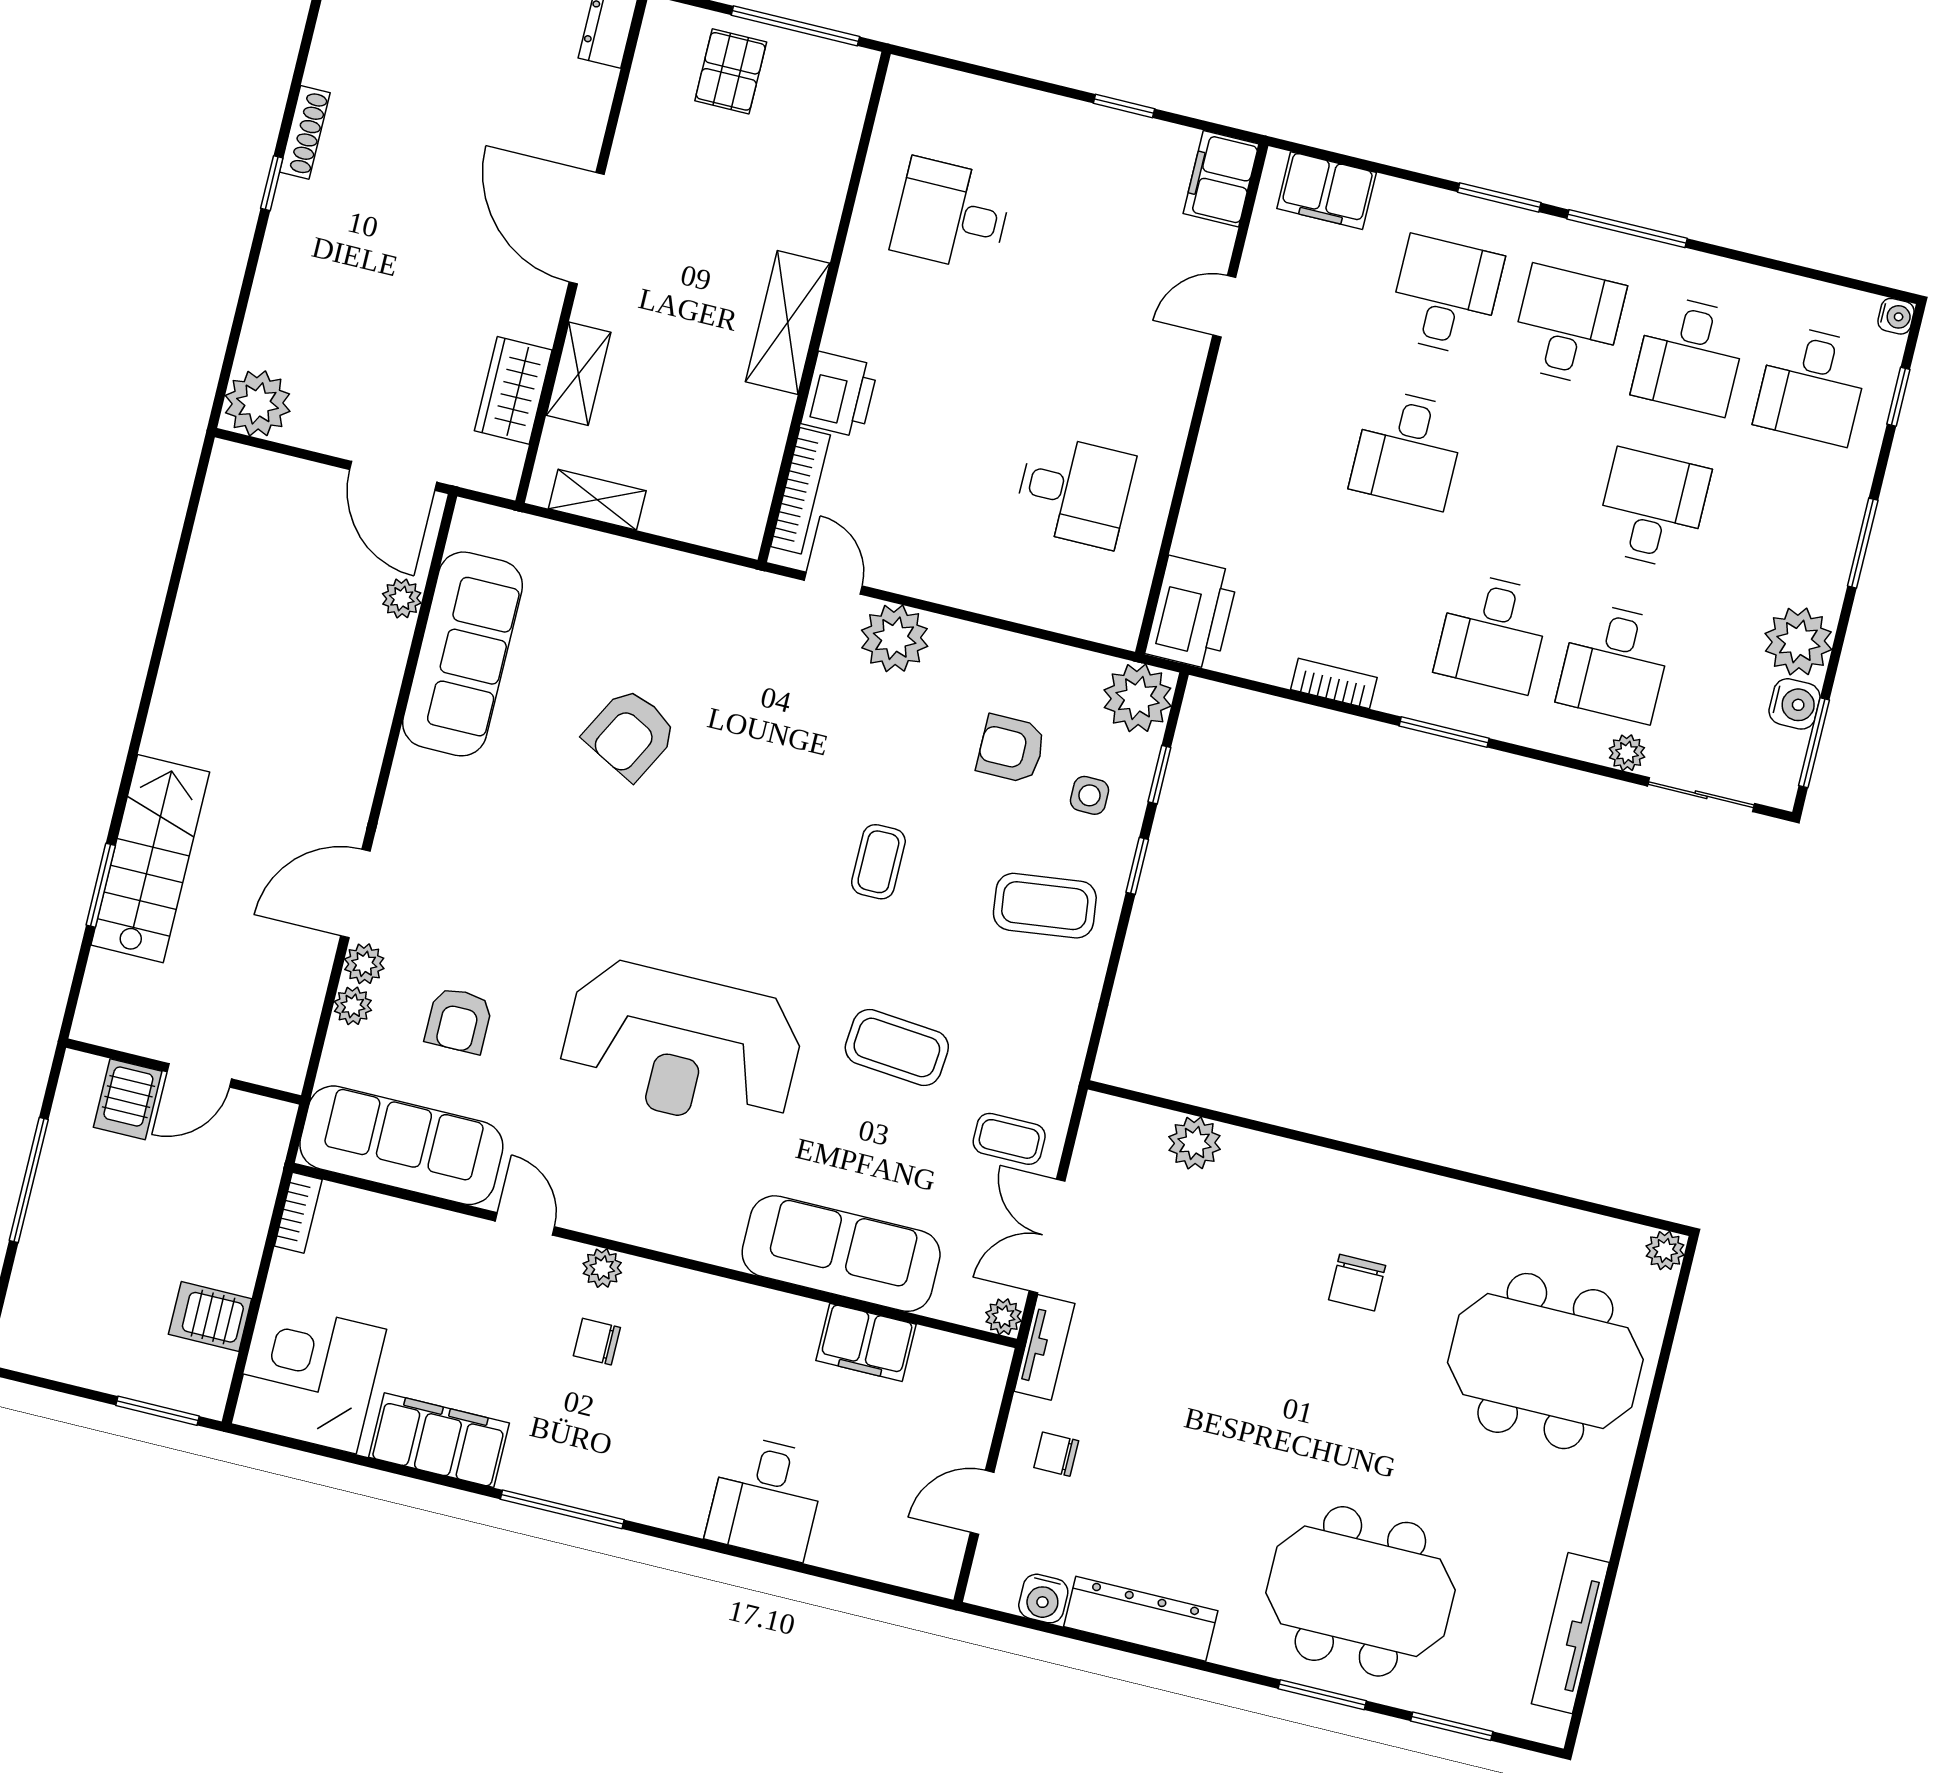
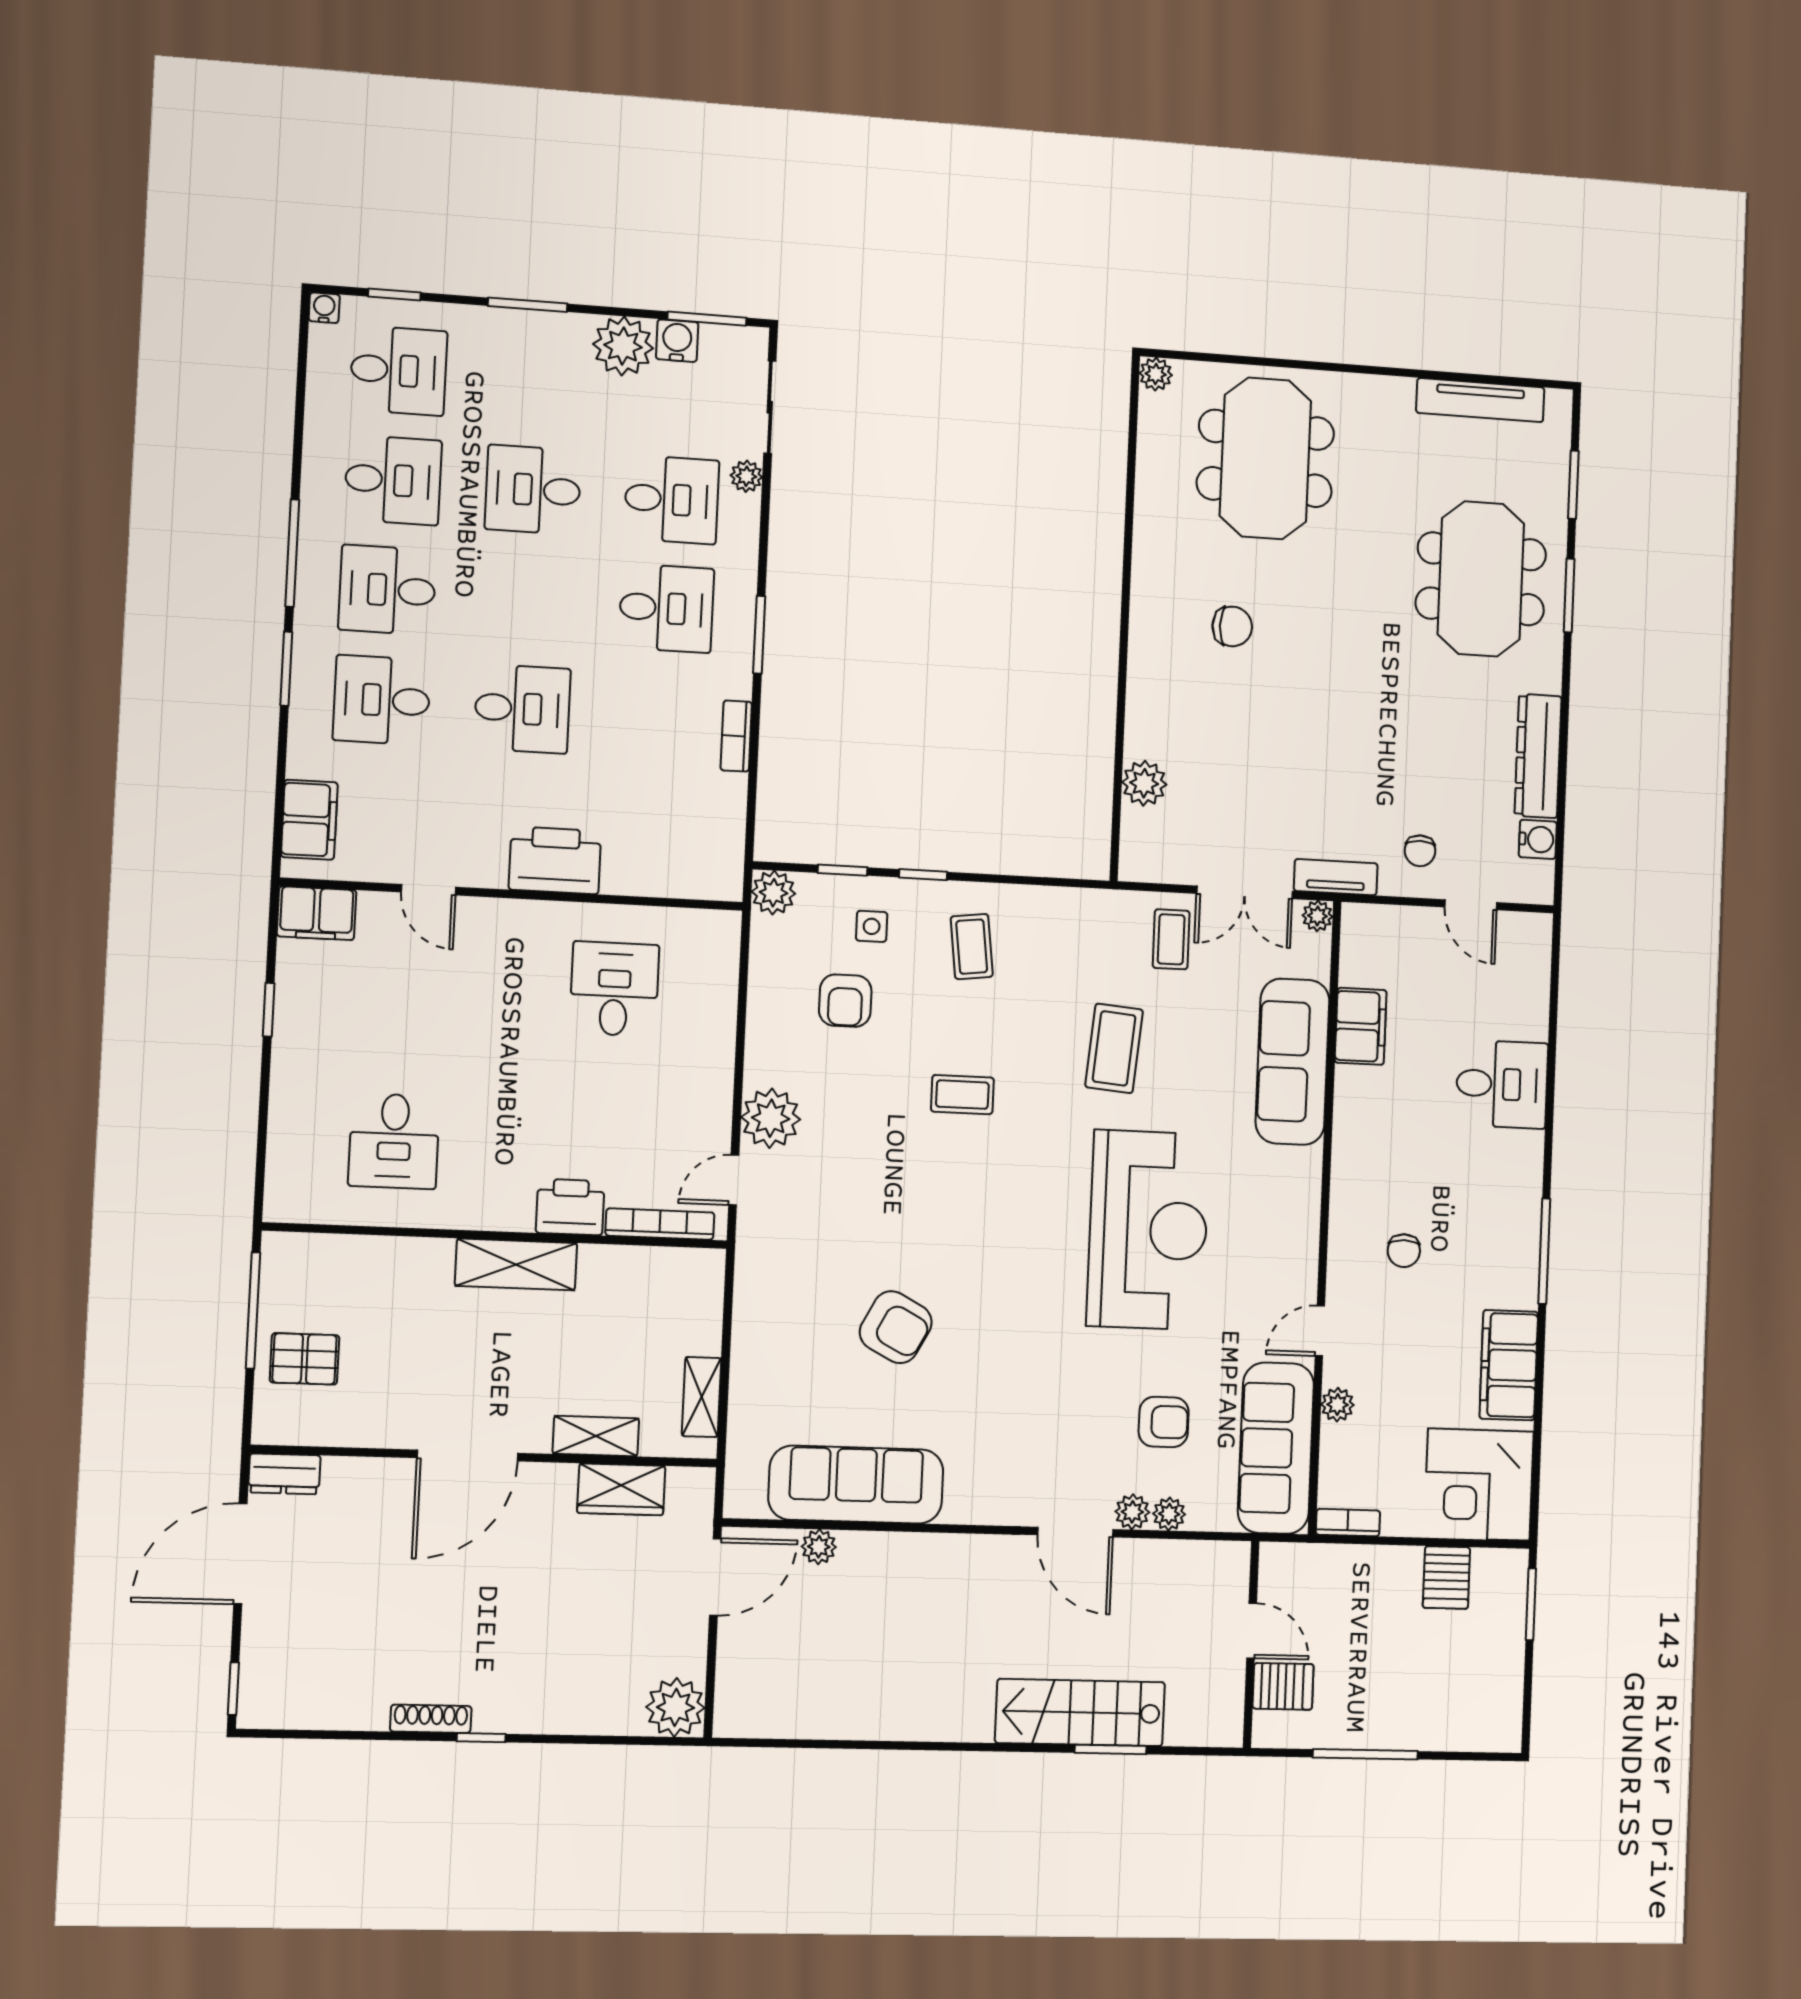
printer: (1192, 613) -> (555, 860), moved
plant: (1138, 698) -> (773, 893), width x0.73, depth x0.73
coffee table: (1045, 906) -> (972, 947), width x0.73, depth x0.77
plant: (602, 1268) -> (1337, 1405), moved

